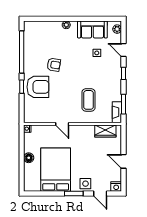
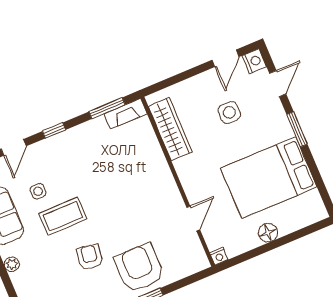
coffee table: (89, 100) -> (63, 216), moved
door: (62, 124) -> (193, 218), moved
wardrobe: (105, 131) -> (170, 129), width x1.50
door: (124, 161) -> (225, 58), moved
side table: (85, 184) -> (229, 112), moved

